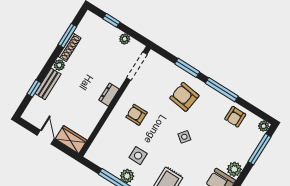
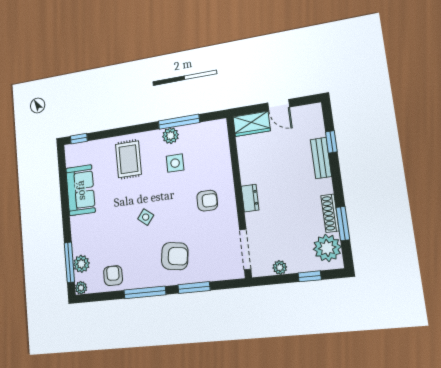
plant: (59, 65) -> (327, 248), moved, width x1.88, depth x1.88
plant: (234, 169) -> (81, 264), moved

